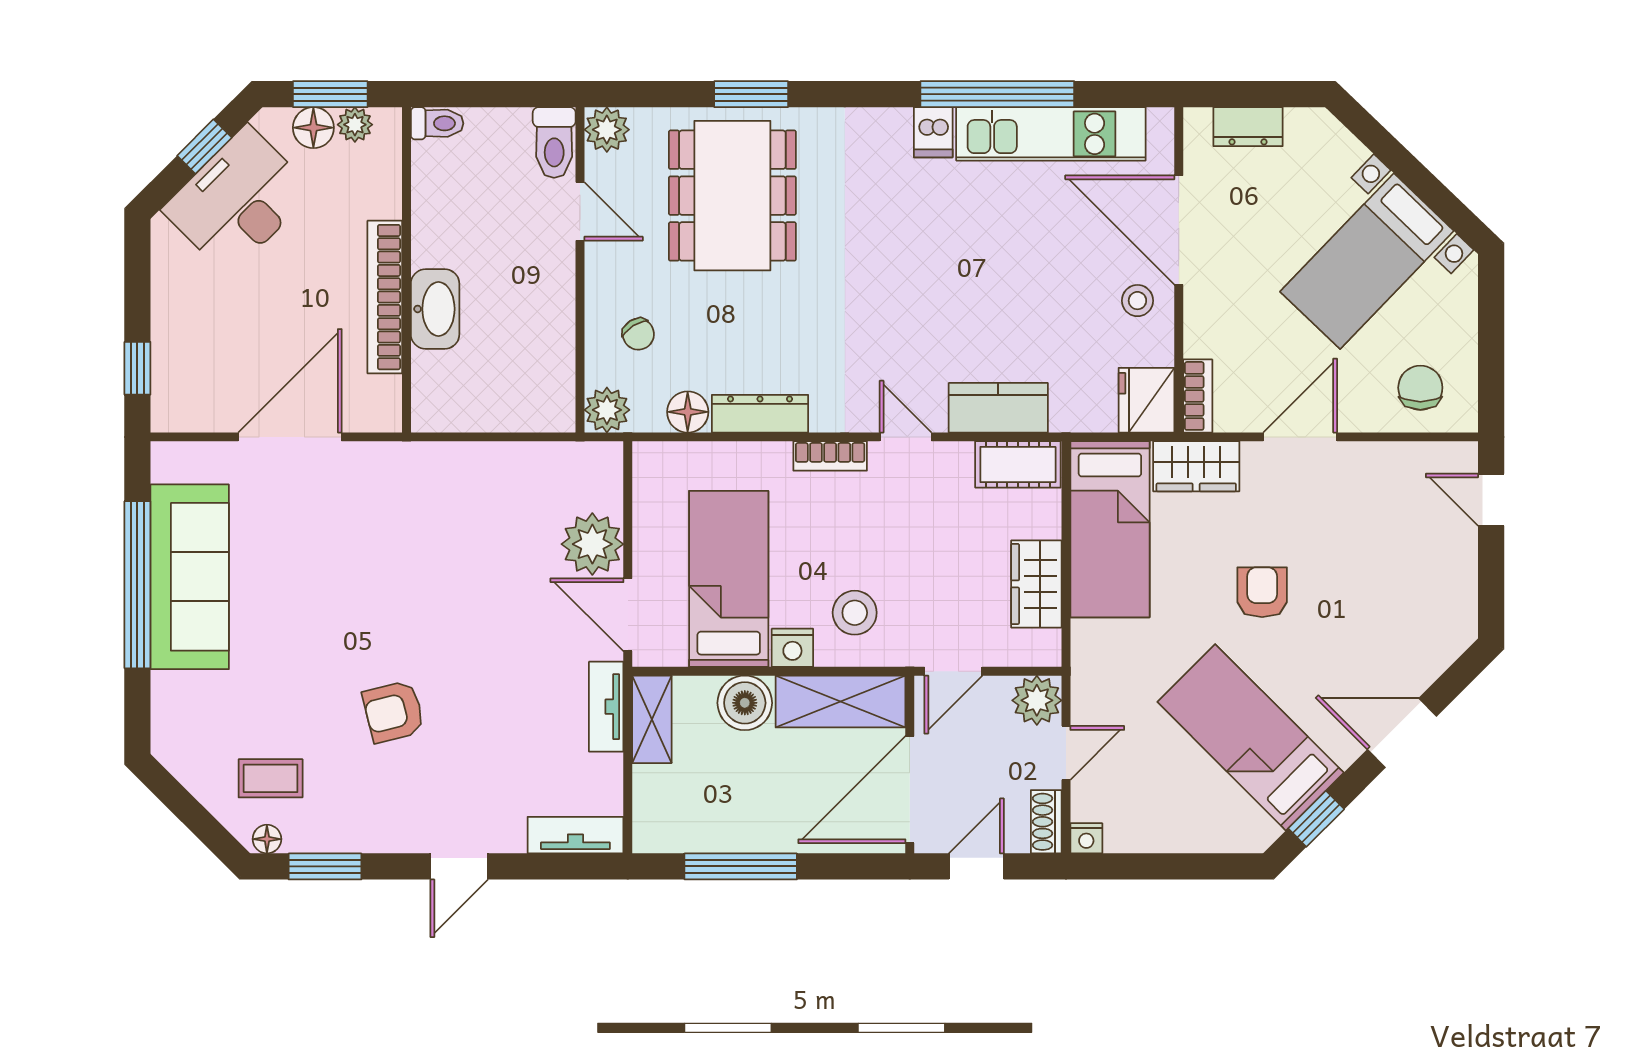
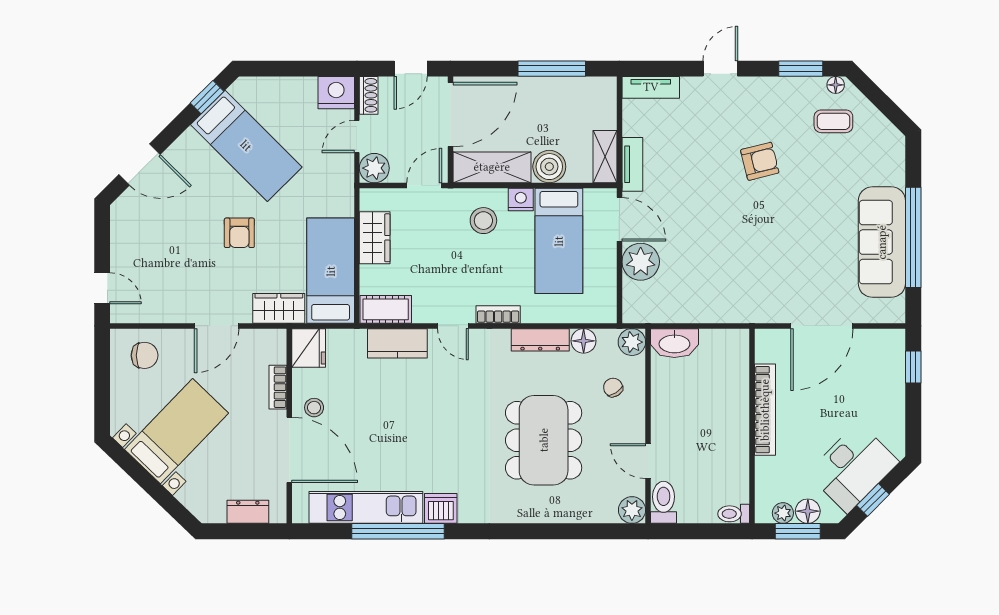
window: (751, 94) -> (546, 531), removed
dishwasher: (933, 132) -> (441, 508), width x1.38
dining table: (732, 196) -> (544, 440), moved
washbasin: (435, 309) -> (674, 343), moved, turned -90
chair: (1420, 388) -> (145, 355), turned -90
bookcase: (1198, 396) -> (278, 387), moved
door: (1402, 733) -> (140, 165), moved
nightstand: (1086, 838) -> (336, 93), width x1.89, depth x1.79

